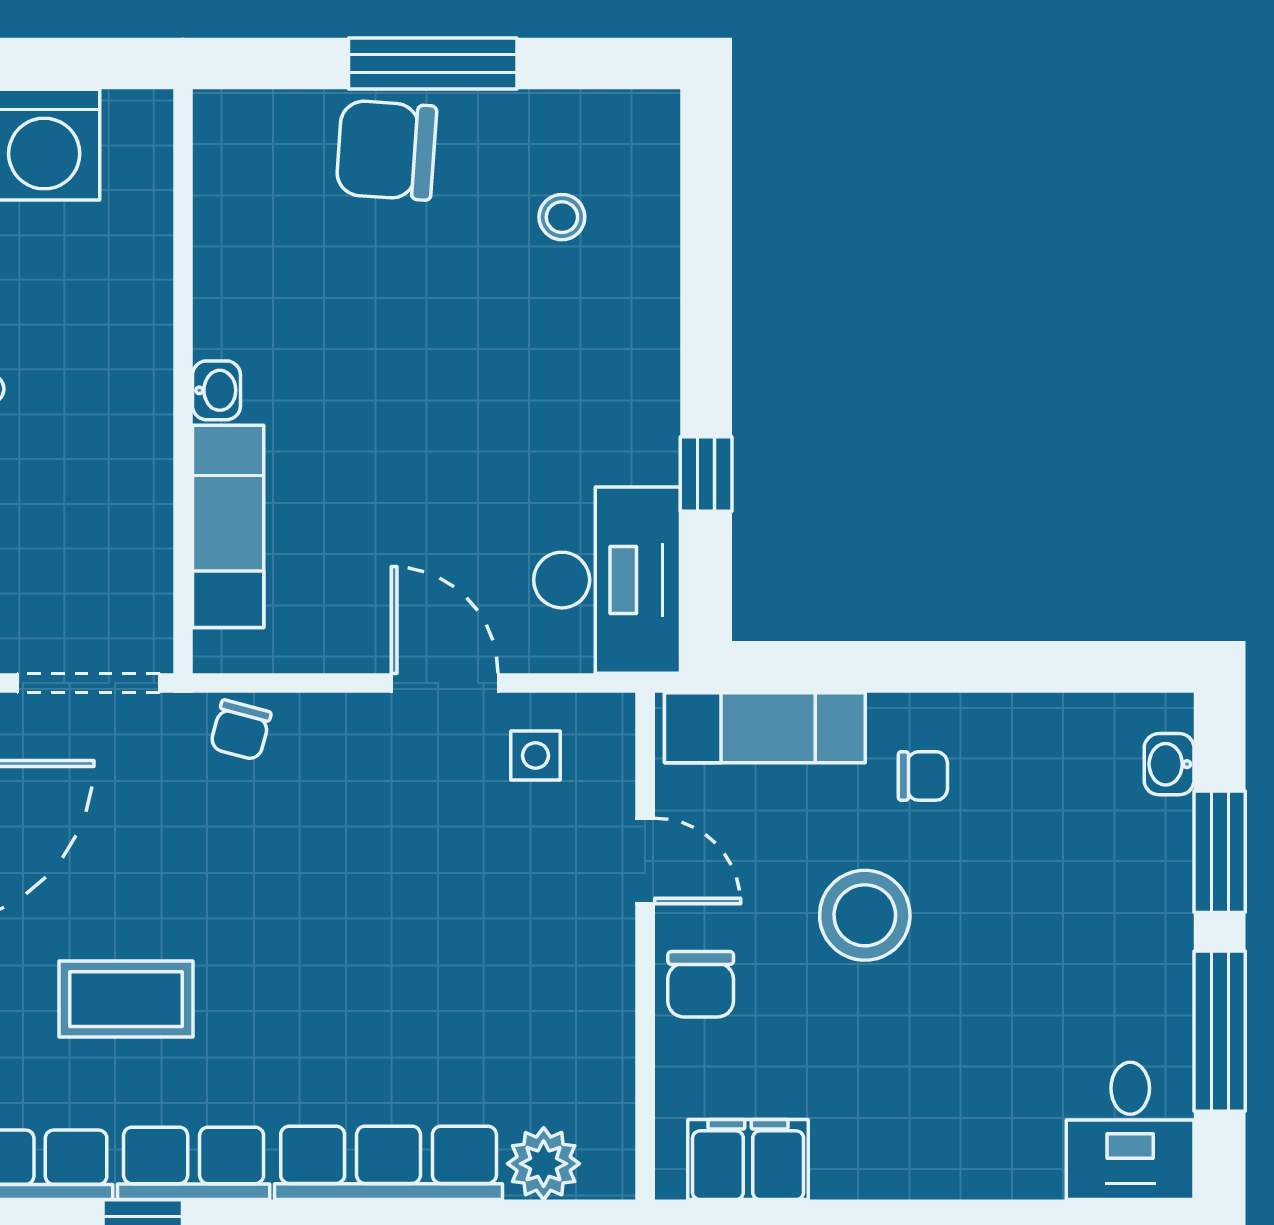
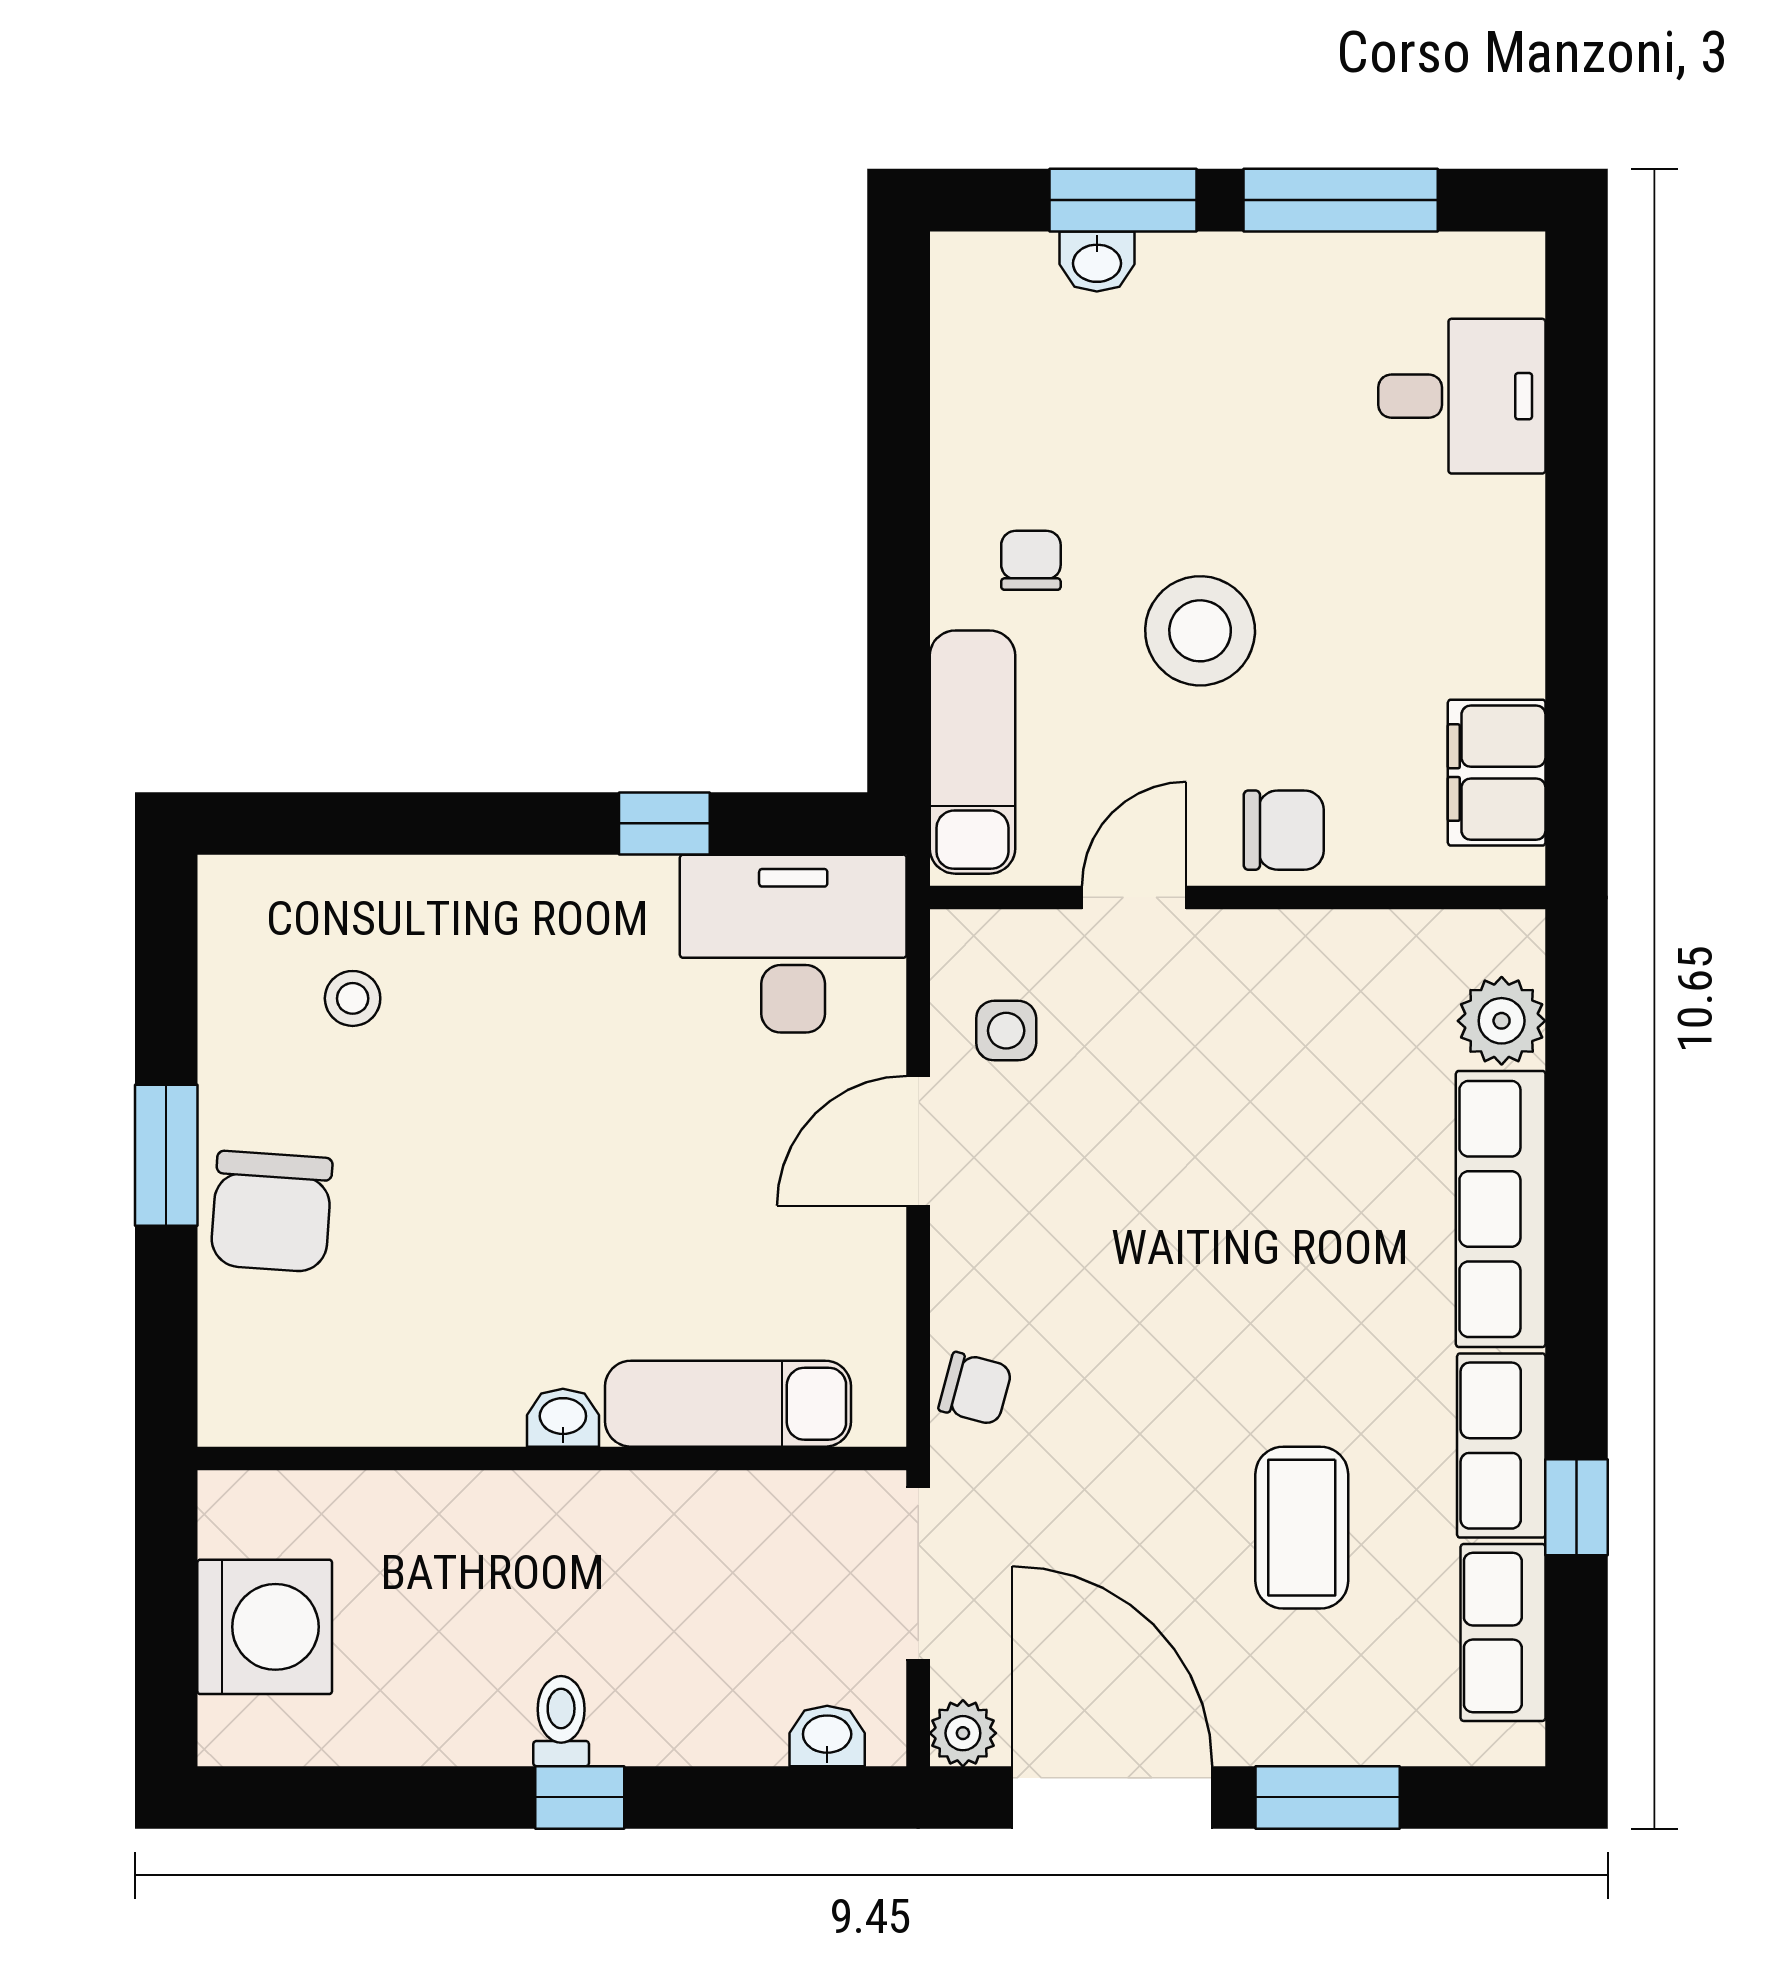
window: (433, 64) -> (166, 1155), width x0.69
washbasin: (1169, 764) -> (1097, 261), moved
desk: (1130, 1131) -> (1462, 396), moved

